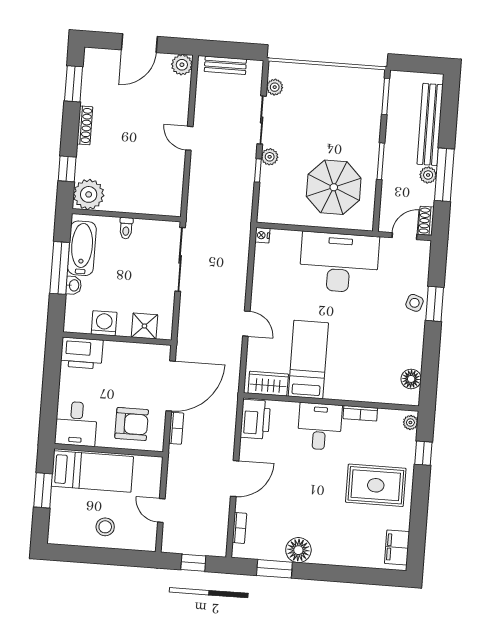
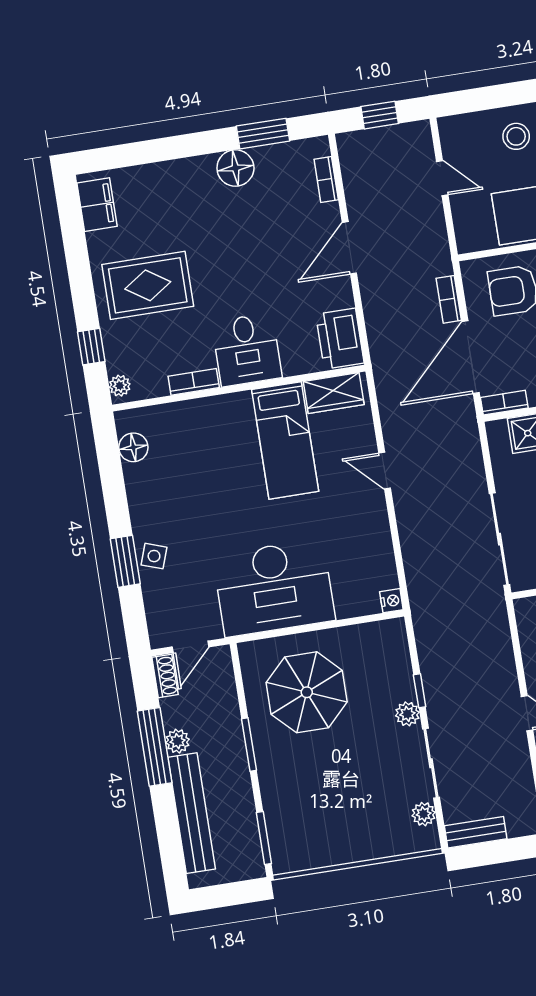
bench: (225, 65) -> (476, 832), moved
bookcase: (155, 350) -> (504, 403), added

